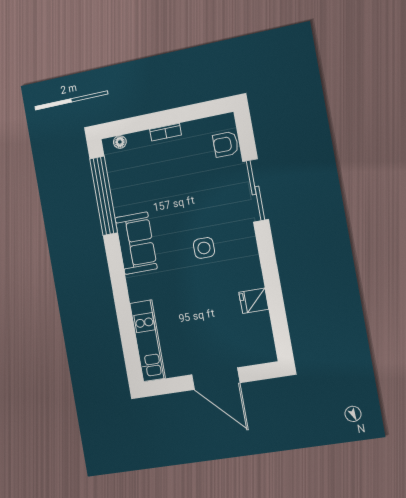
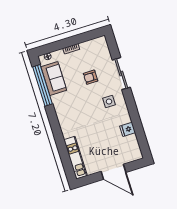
armchair: (226, 144) -> (91, 77), moved
sofa: (136, 243) -> (54, 78), moved
side table: (204, 248) -> (109, 102), moved

